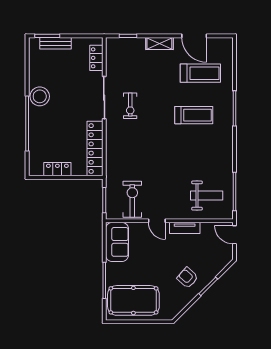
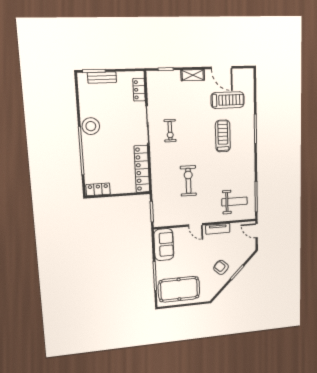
treadmill: (194, 115) -> (223, 136), turned -90
locker: (57, 169) -> (98, 189), moved
exercise bike: (132, 199) -> (188, 181), moved

